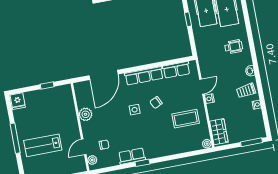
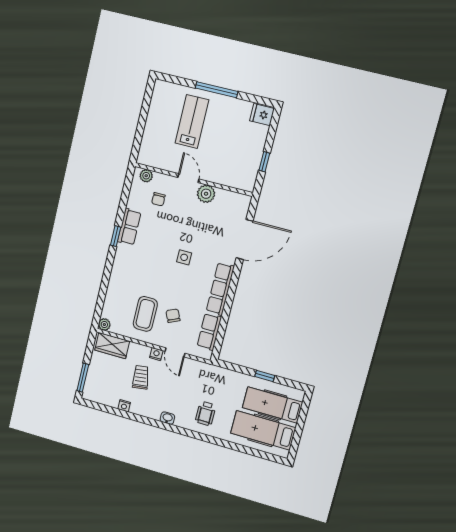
door: (104, 75) -> (245, 240), swing flipped
trolley: (246, 91) -> (141, 377), moved
chair: (156, 103) -> (173, 316), moved
door: (84, 147) -> (188, 178), moved

